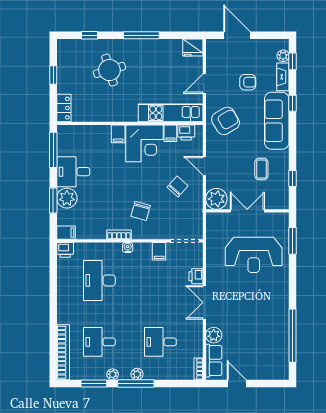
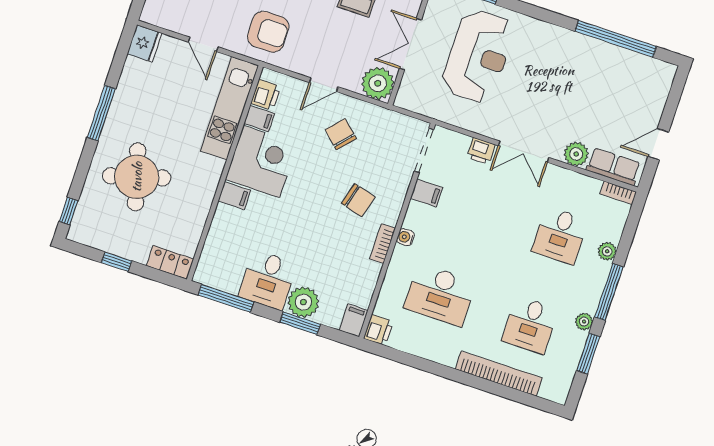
window: (89, 35) -> (69, 211), moved
round table: (109, 70) -> (137, 177), width x1.36, depth x1.36
armchair: (226, 121) -> (268, 32), turned 120
bookcase: (63, 352) -> (499, 374), moved
plant: (137, 374) -> (607, 251), moved

